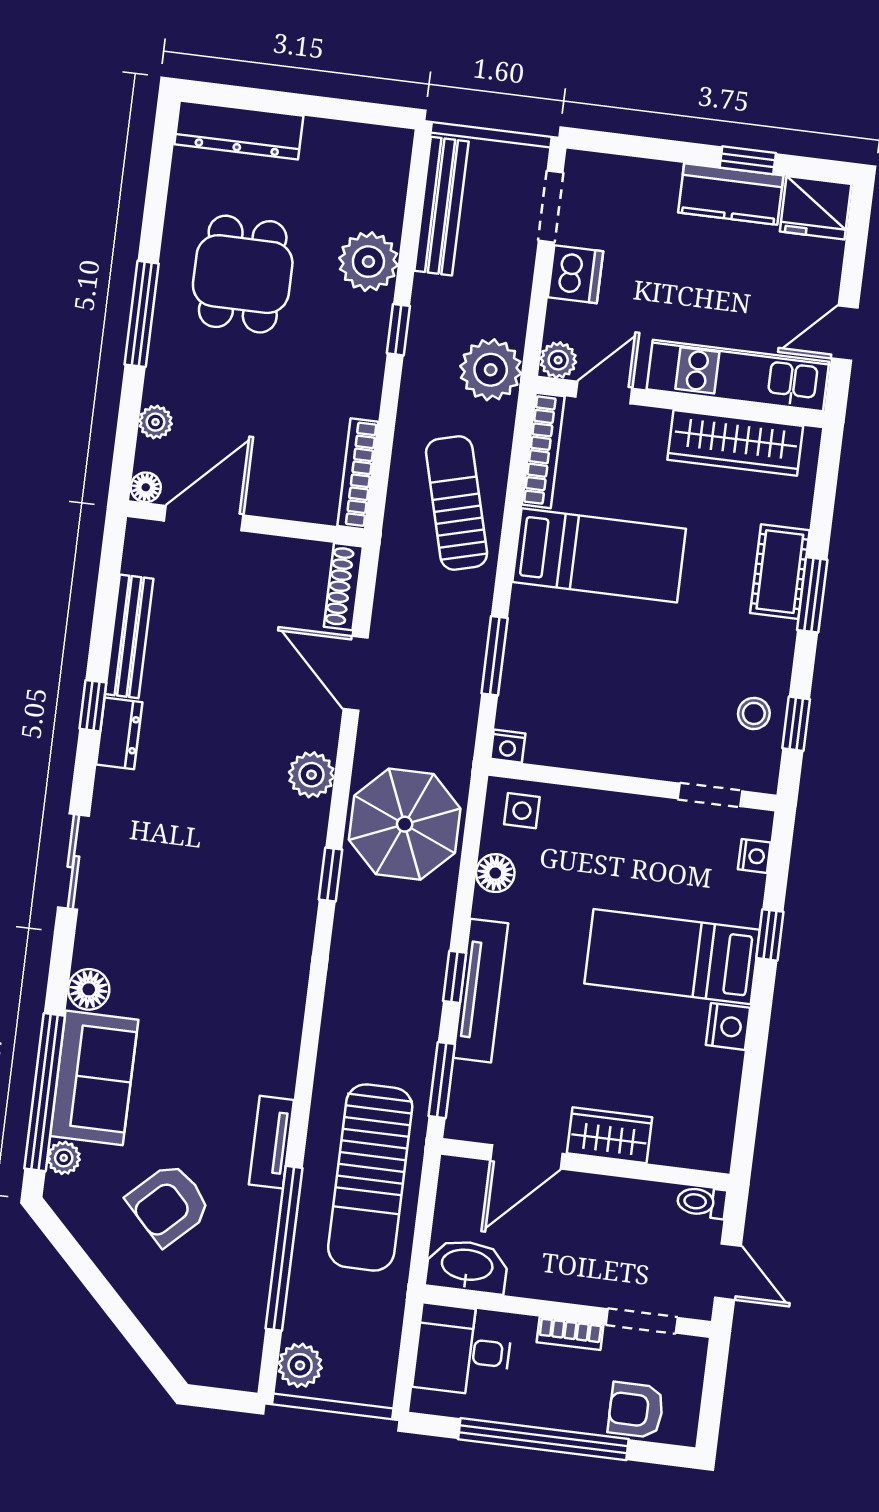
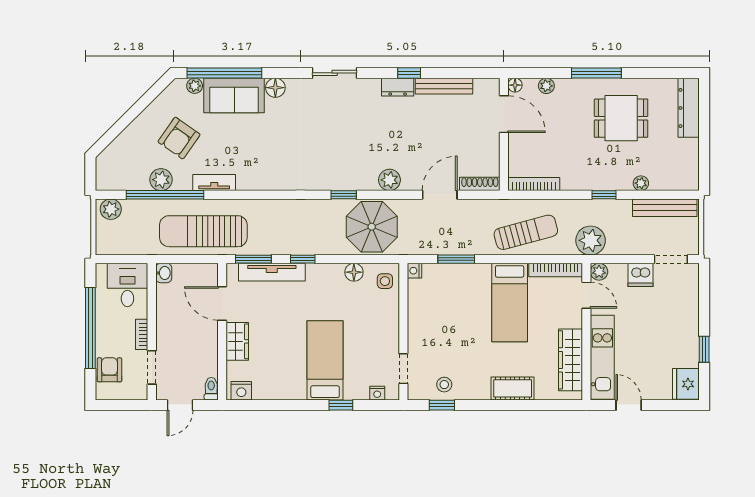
kitchen counter: (731, 194) -> (687, 343), removed
plant: (368, 262) -> (641, 183), width x0.53, depth x0.53
window: (812, 595) -> (503, 405), removed
tv unit: (481, 991) -> (272, 272), moved
nightstand: (728, 1026) -> (241, 391), moved
armchair: (169, 1204) -> (179, 138), turned -101
plant: (251, 1253) -> (161, 180), added
washbasin: (467, 1266) -> (164, 273), width x0.52, depth x0.69

